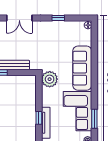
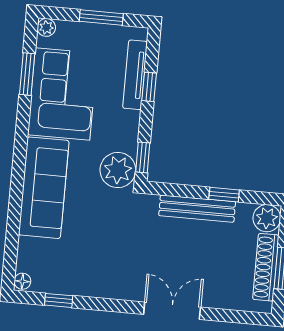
window: (58, 18) -> (59, 300), moved
window: (39, 86) -> (143, 157), added

